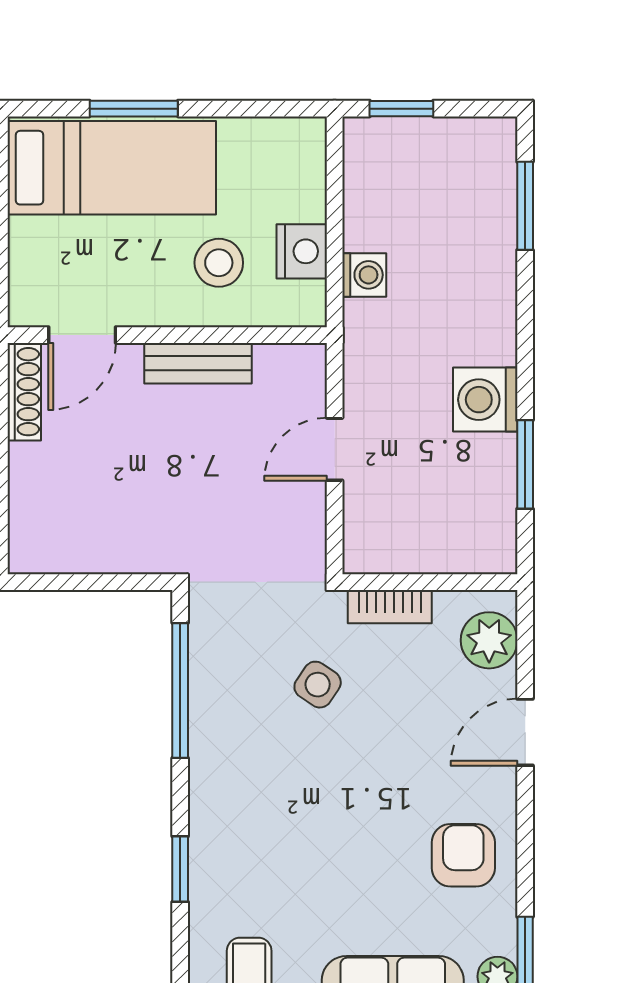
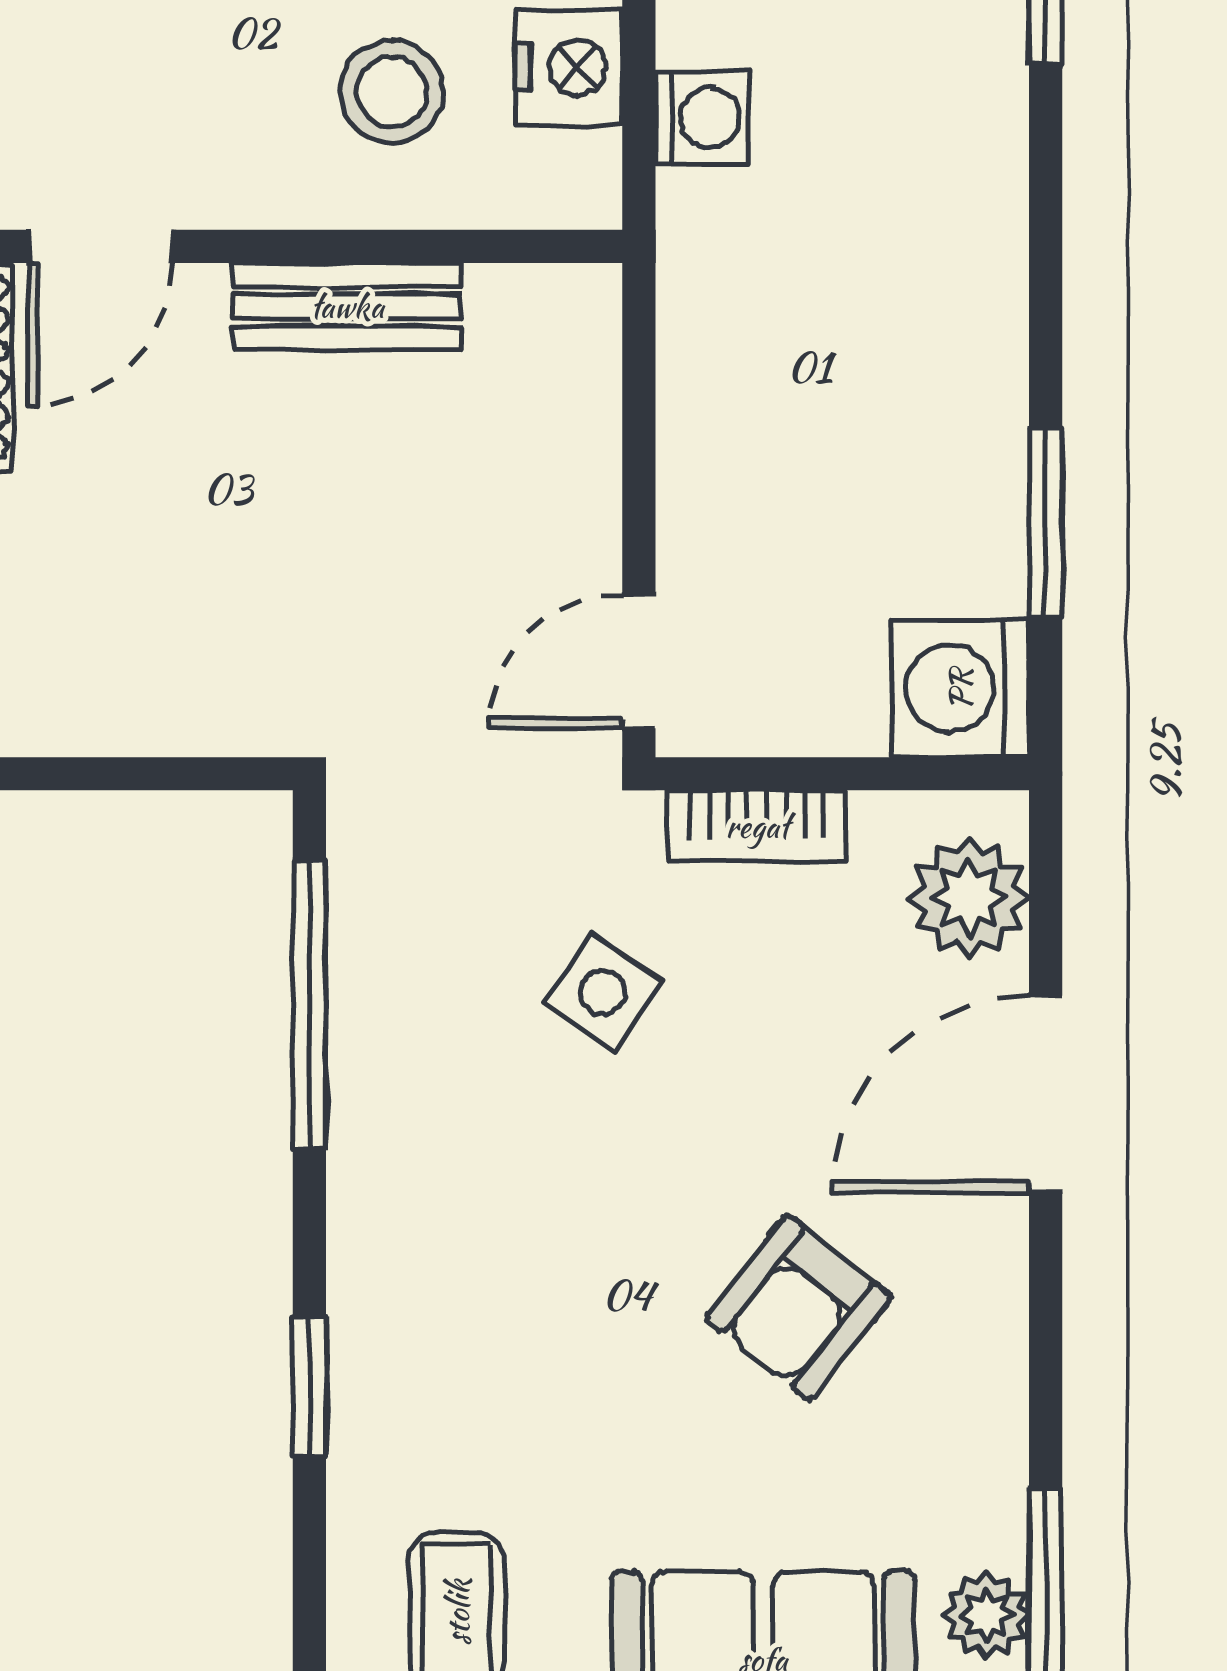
washing machine: (485, 400) -> (960, 689), moved
door: (335, 449) -> (639, 661), moved
door: (525, 732) -> (1046, 1094), width x1.37
armchair: (463, 855) -> (798, 1307), moved, turned -142

